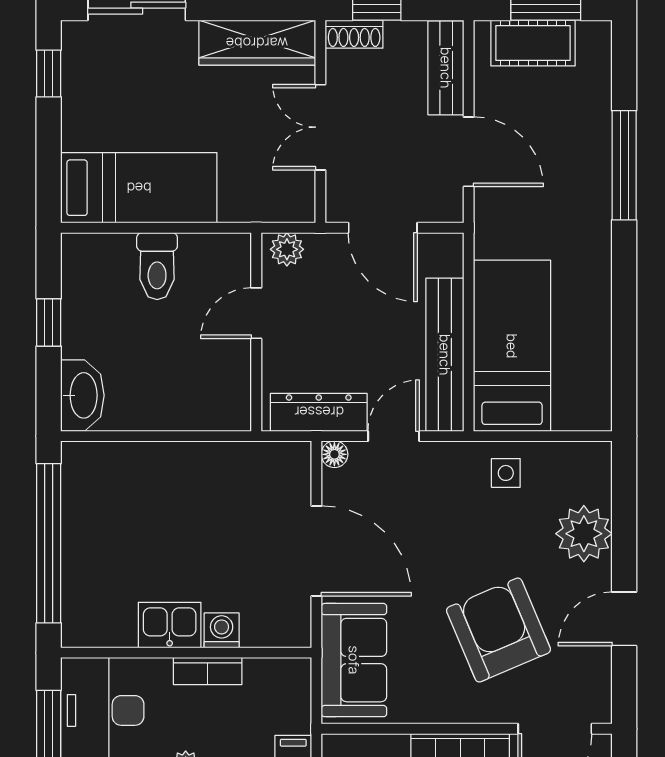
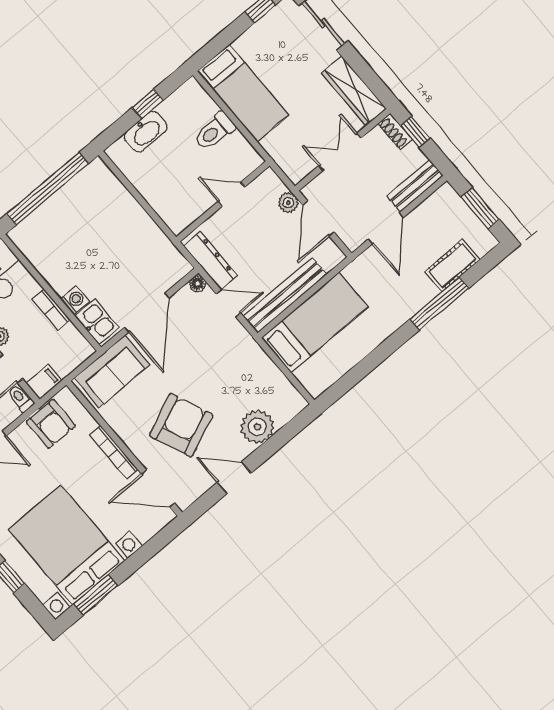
cot: (533, 43) -> (452, 266), moved, turned 90
plant: (287, 249) -> (288, 203), moved
washbasin: (82, 395) -> (146, 132), moved
side table: (506, 473) -> (255, 368), removed
kitchen sink: (170, 625) -> (97, 322), moved

